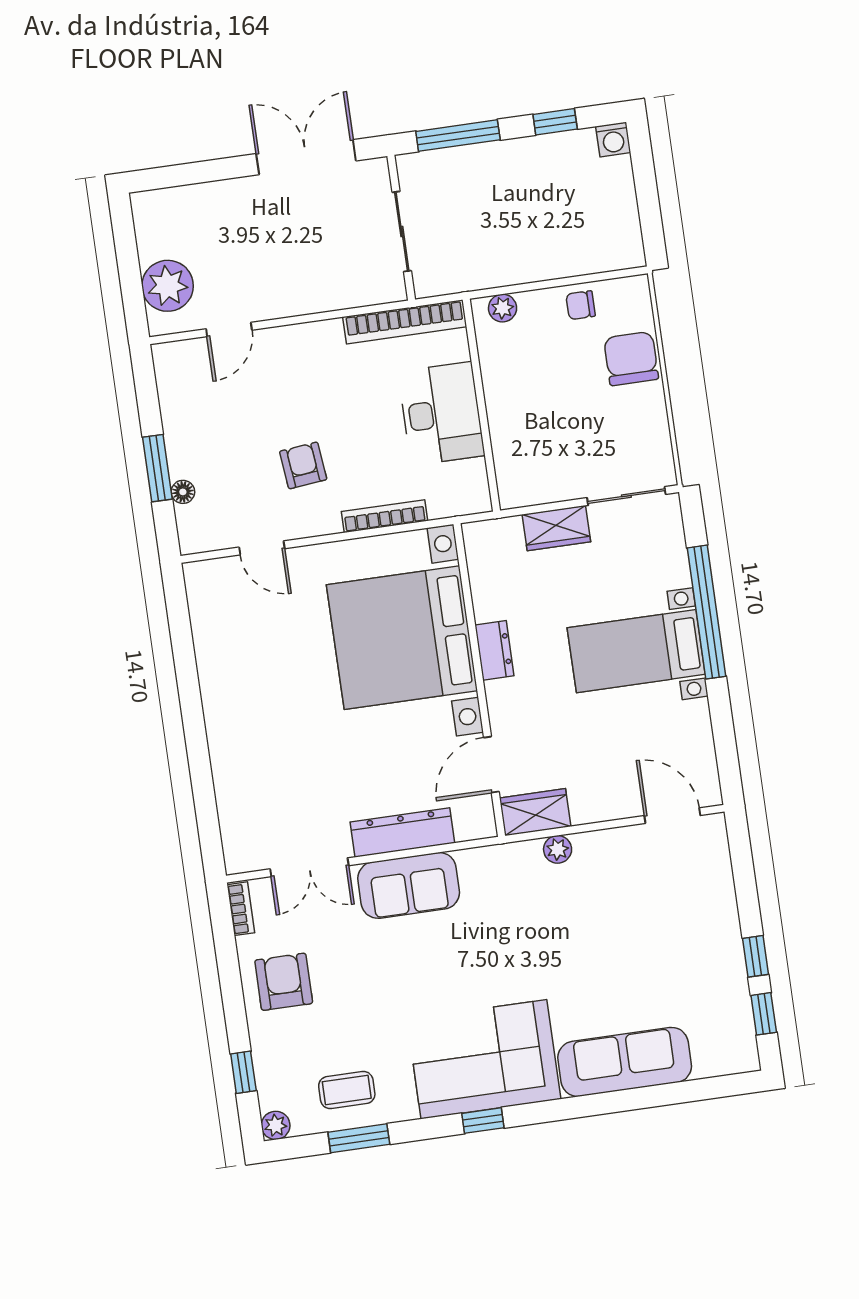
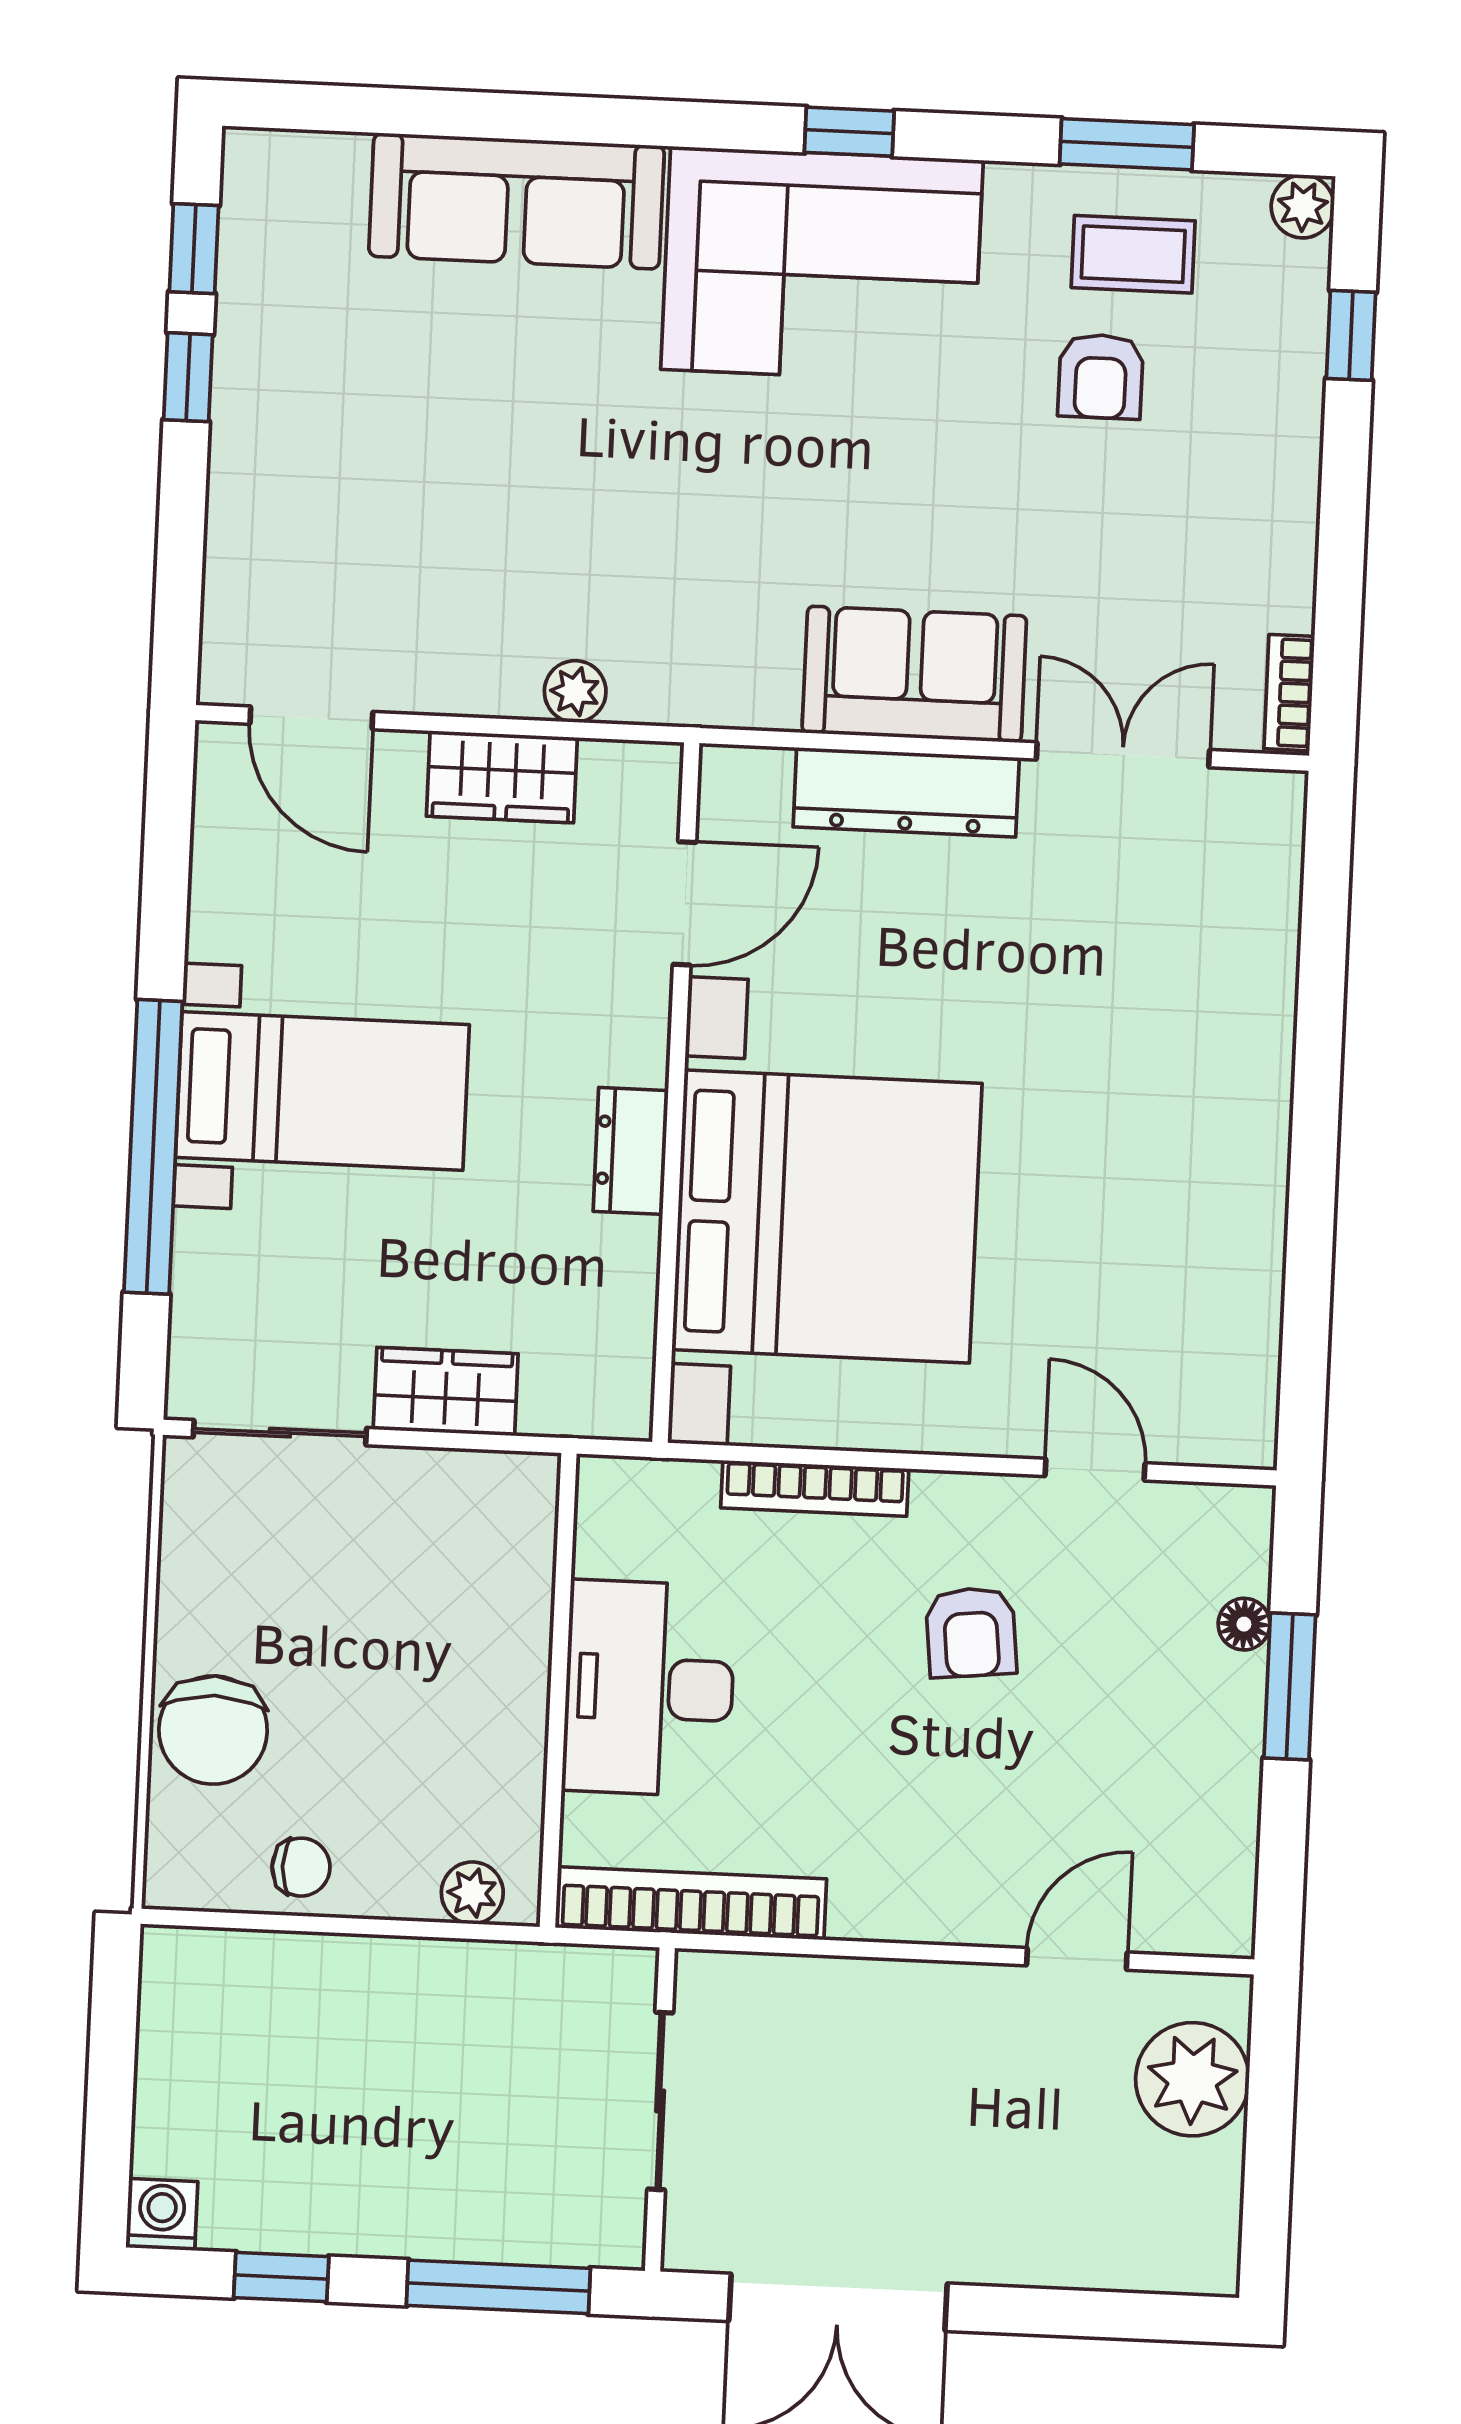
wardrobe: (535, 812) -> (502, 777), moved
armchair: (284, 982) -> (1101, 376), moved, width x0.72, depth x0.72

